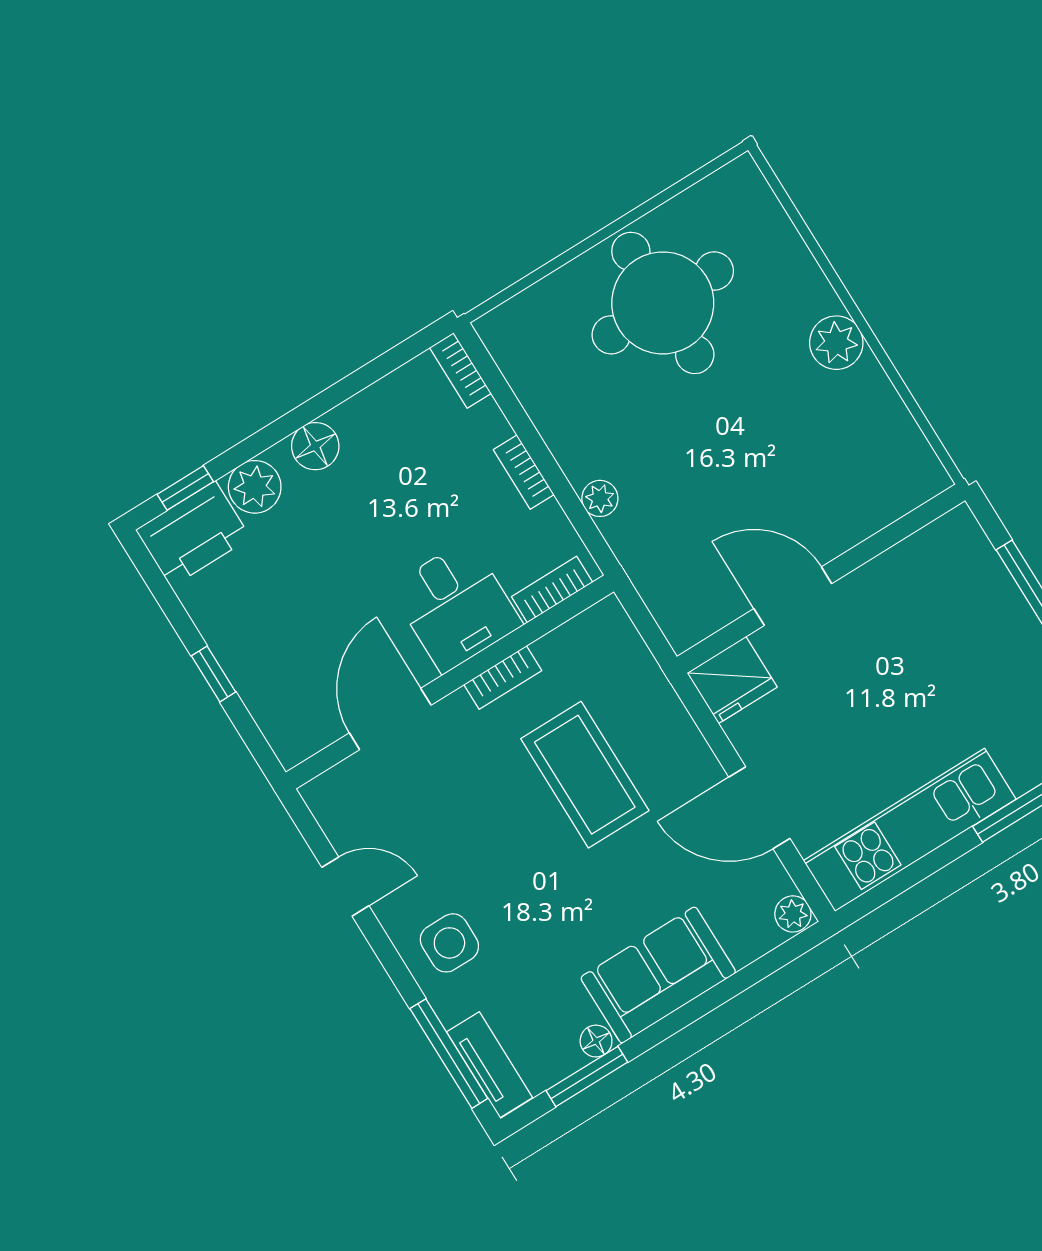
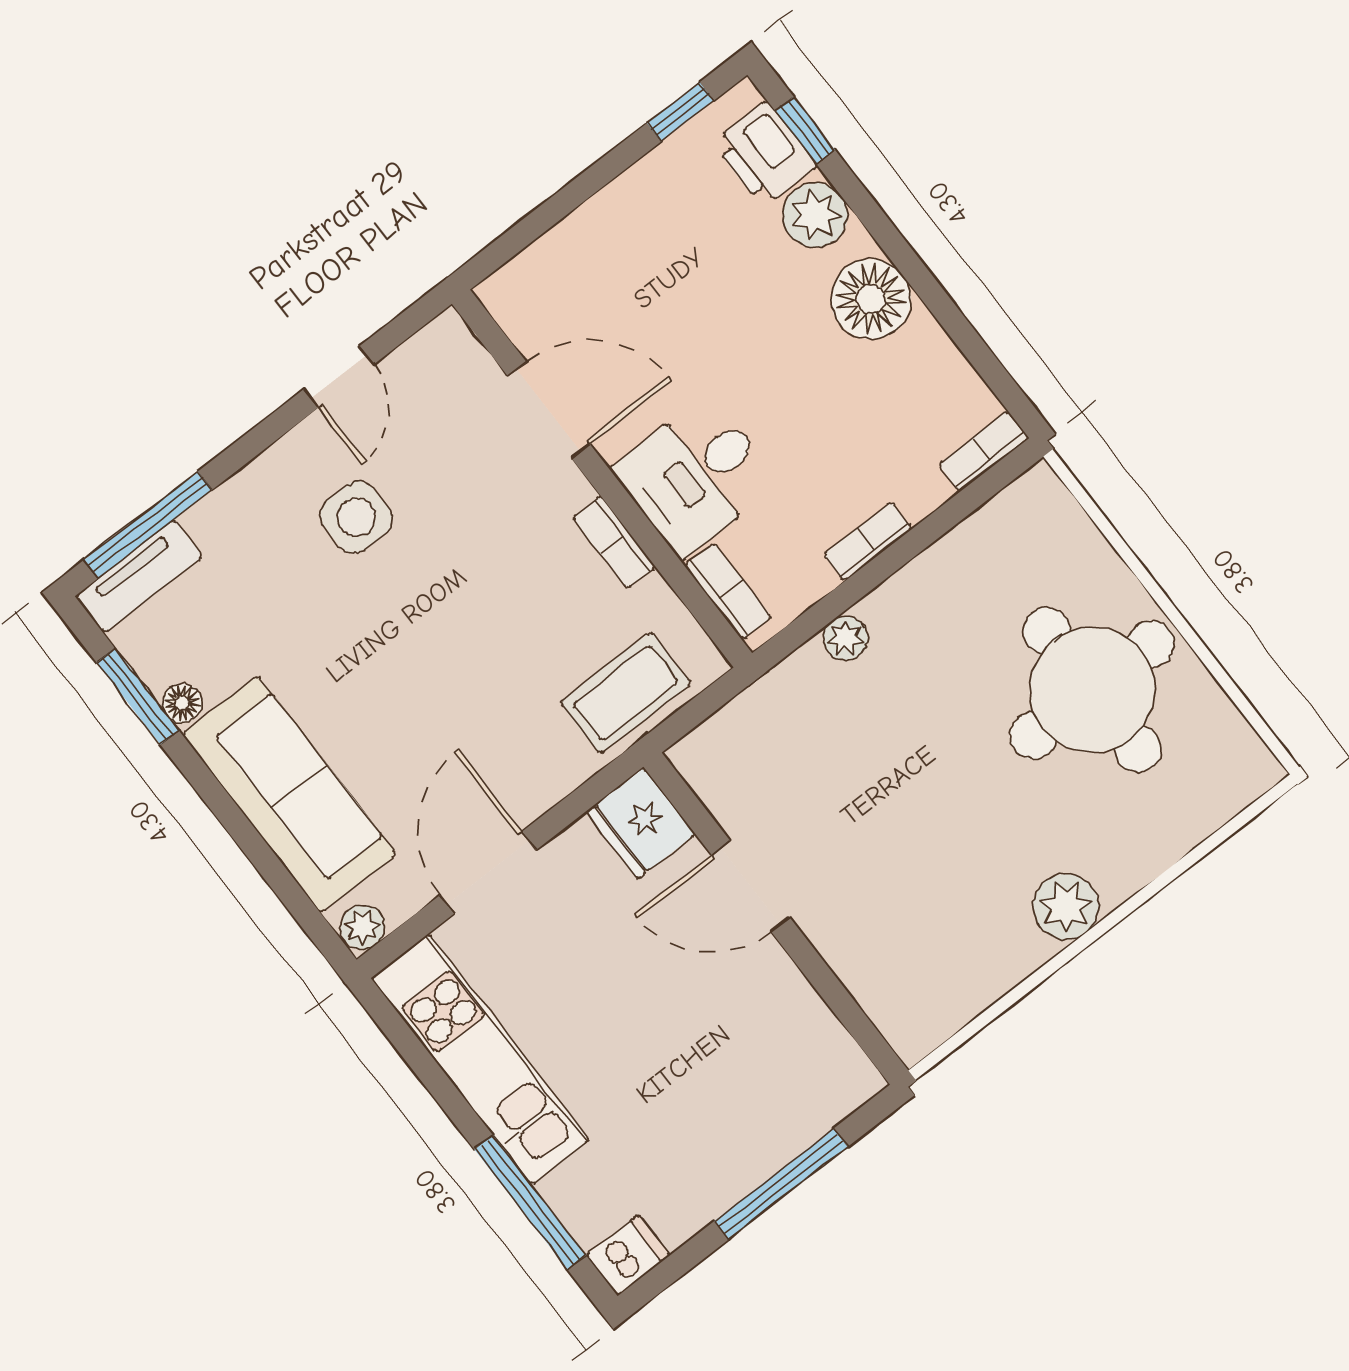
floor lamp: (315, 446) -> (871, 299), width x1.38, depth x1.38
printer: (193, 534) -> (765, 154), width x0.73, depth x0.84
door: (793, 596) -> (751, 886), swing flipped
window: (213, 674) -> (680, 112), moved
coffee table: (585, 775) -> (626, 693), moved, width x0.73, depth x0.76
side table: (449, 943) -> (356, 517), moved
sofa: (658, 975) -> (289, 794), width x1.36

